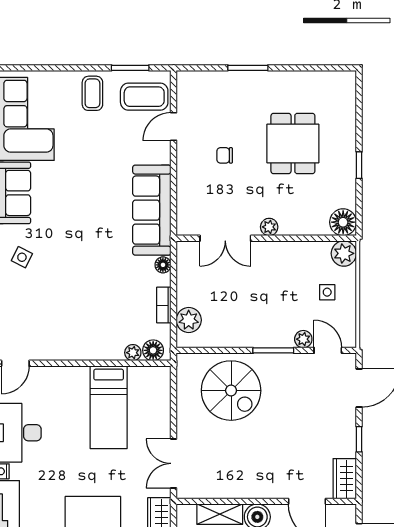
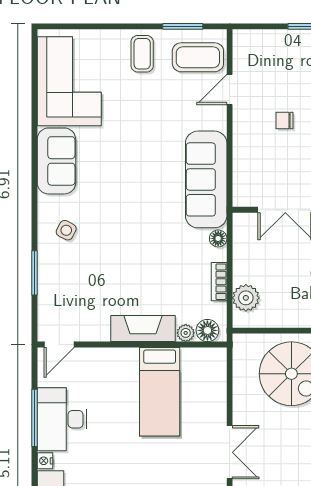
fireplace: (93, 348) -> (143, 328), added
double door: (174, 463) -> (230, 452), swing flipped

